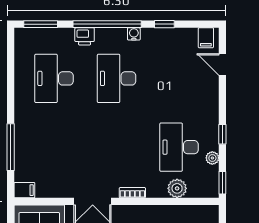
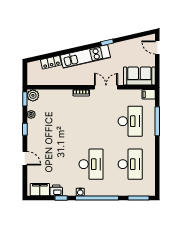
printer: (85, 36) -> (56, 190), moved
filing cabinet: (206, 38) -> (40, 190), width x2.00
door: (222, 65) -> (25, 158), moved
desk: (179, 147) -> (130, 121), moved
plant: (177, 188) -> (33, 95), moved

